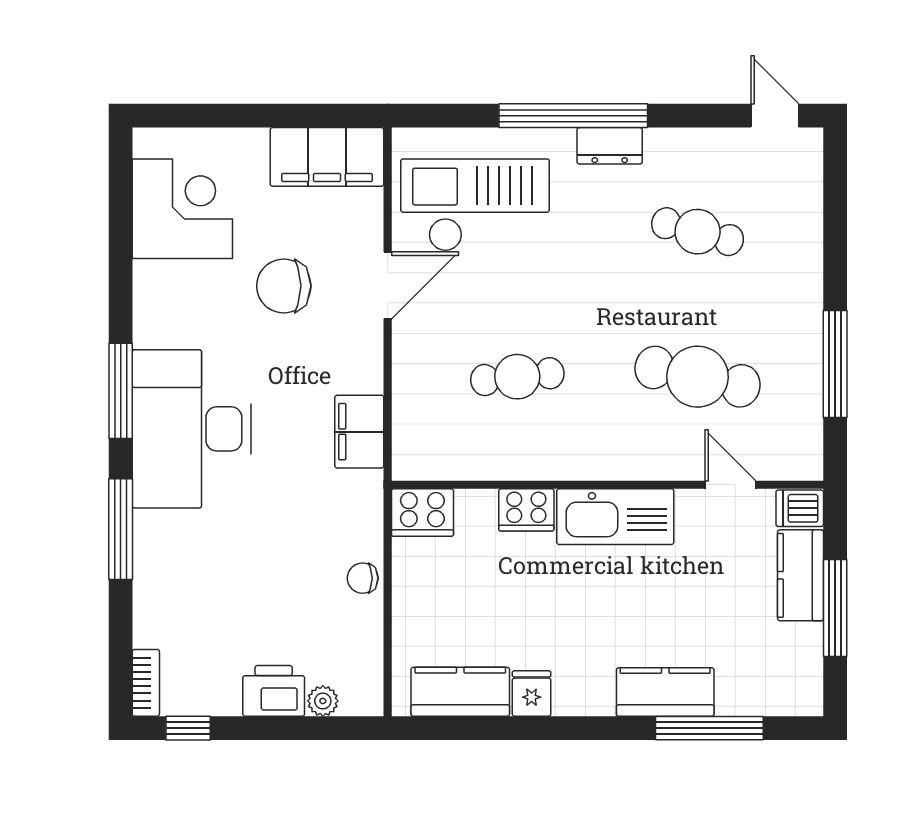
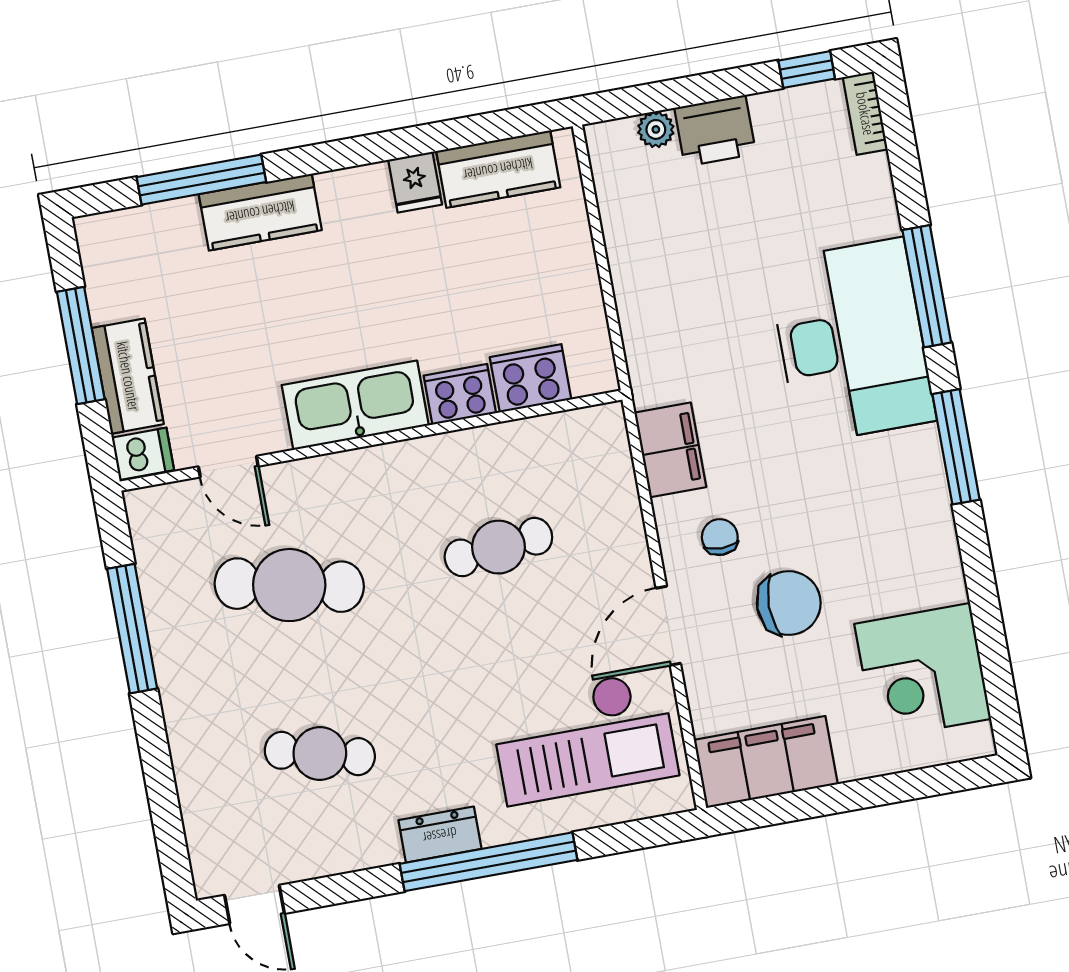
desk: (192, 429) -> (851, 341), moved
cooker: (422, 512) -> (531, 378), moved
chair: (363, 578) -> (720, 537), moved, turned -90

